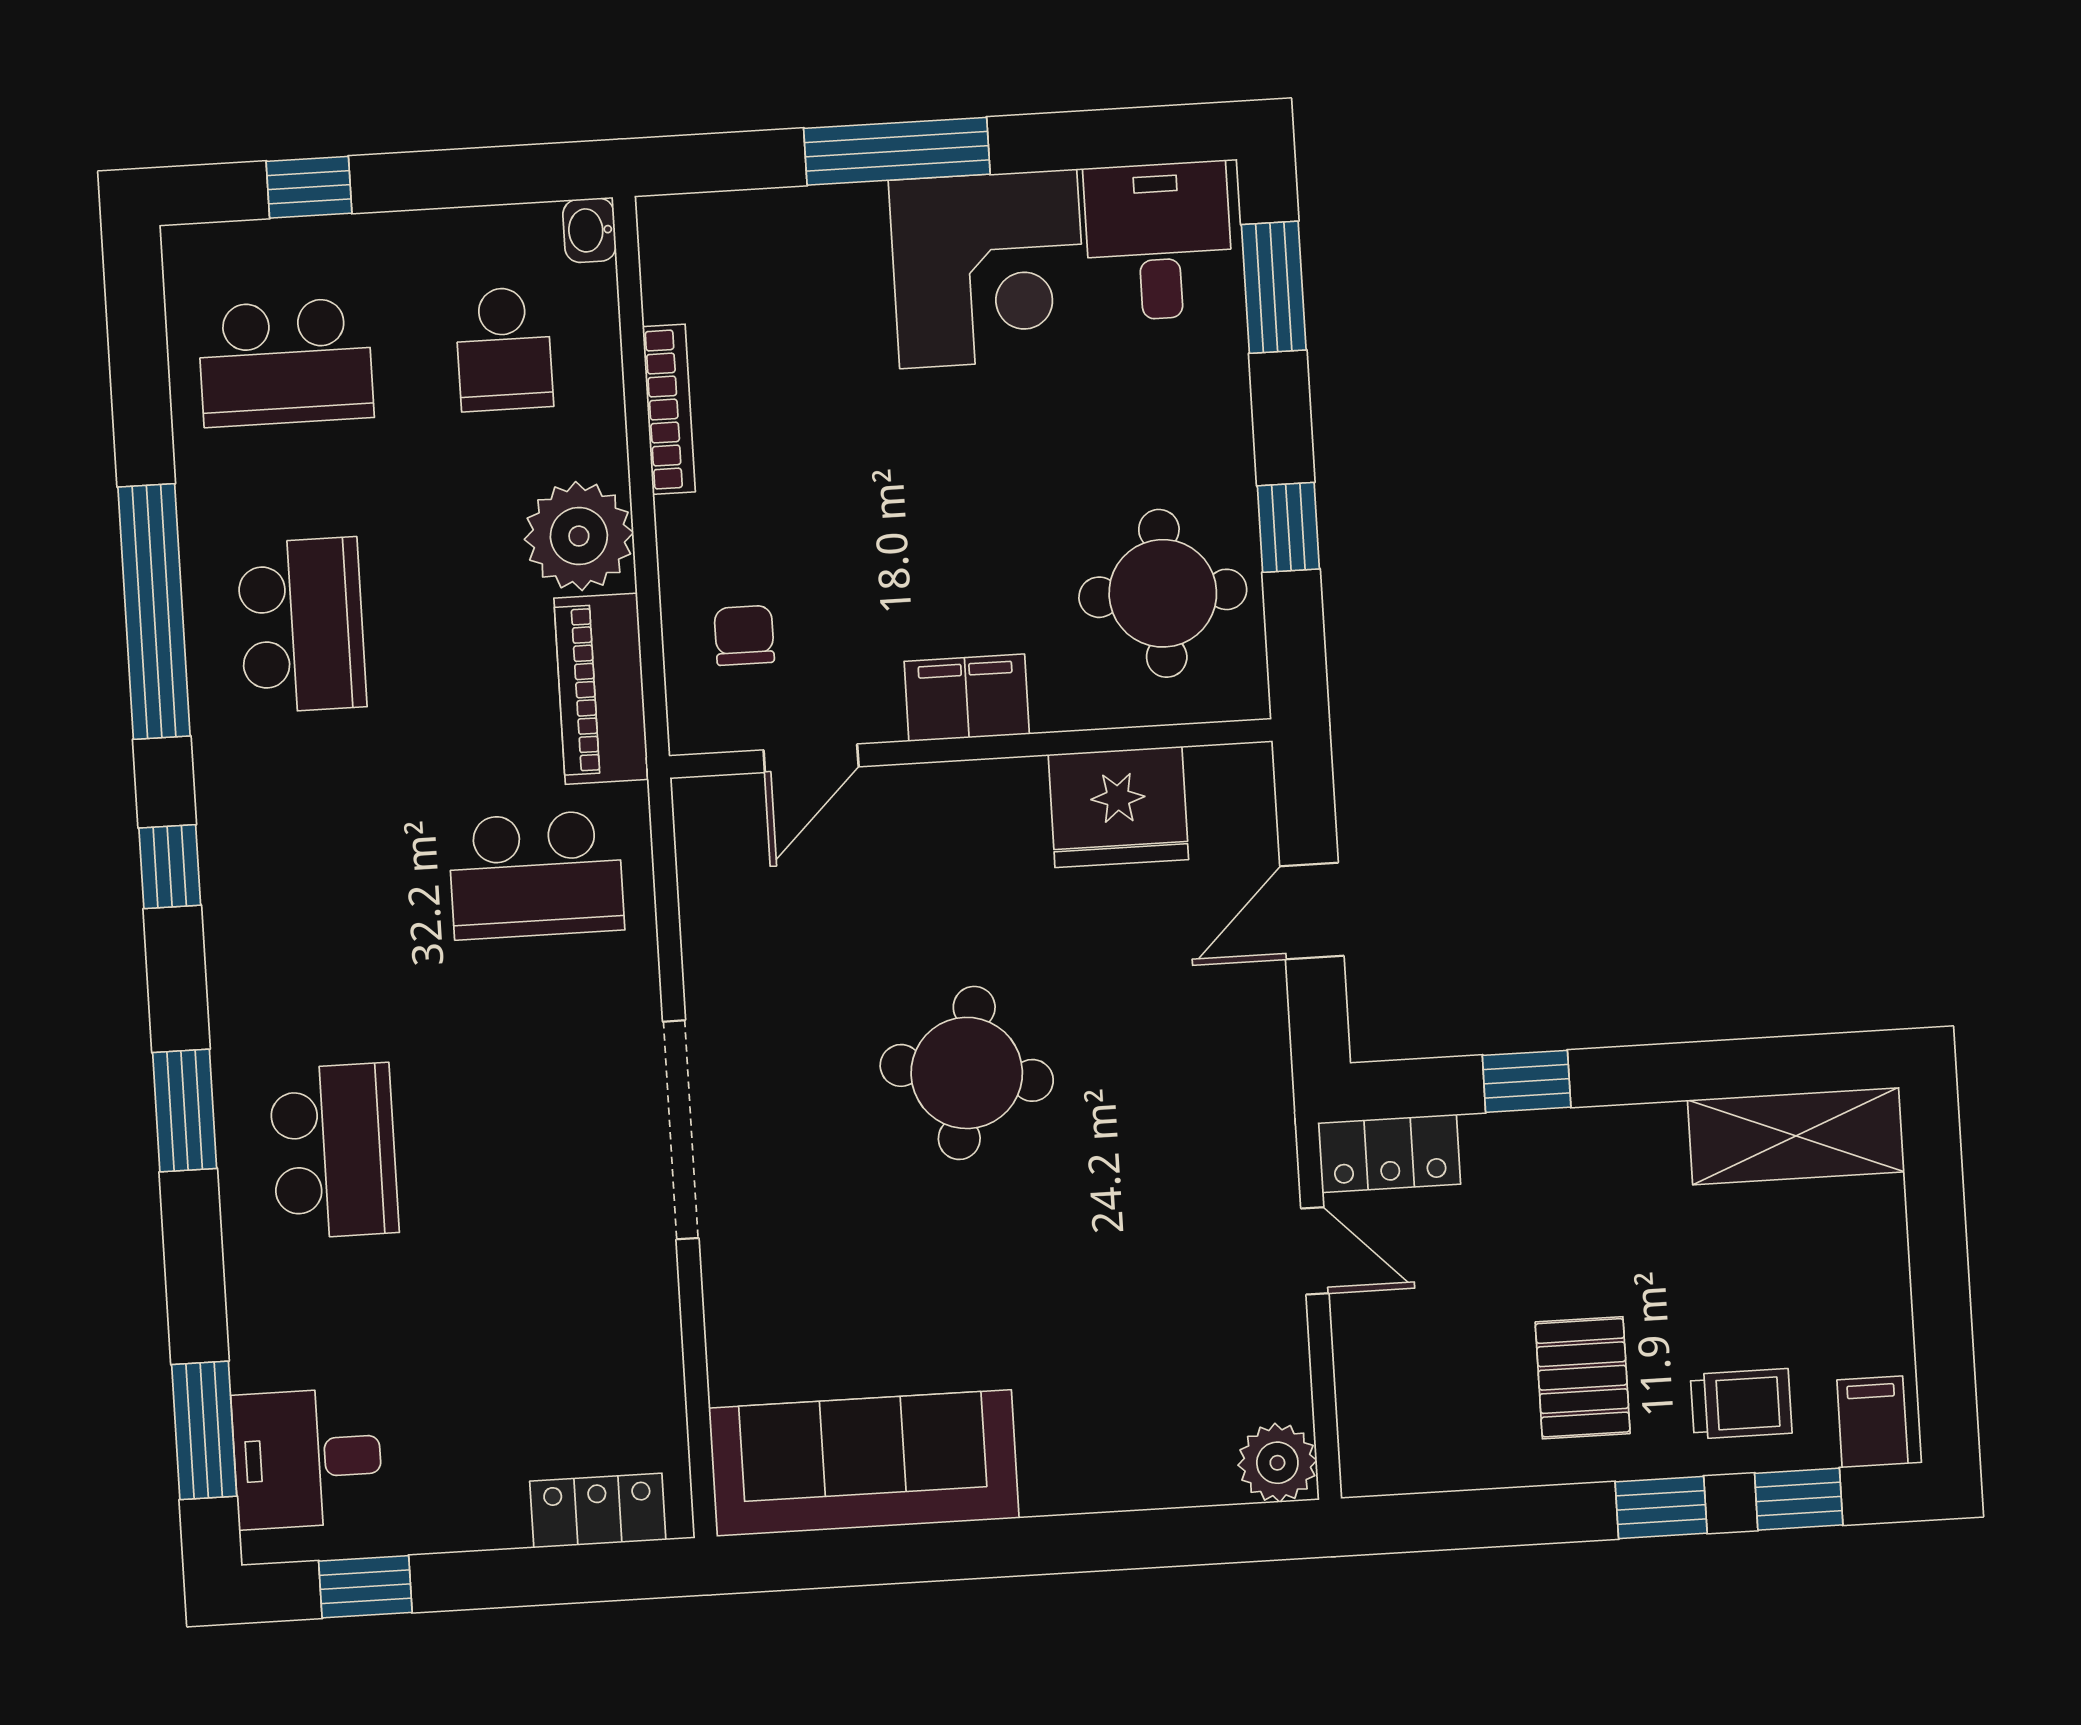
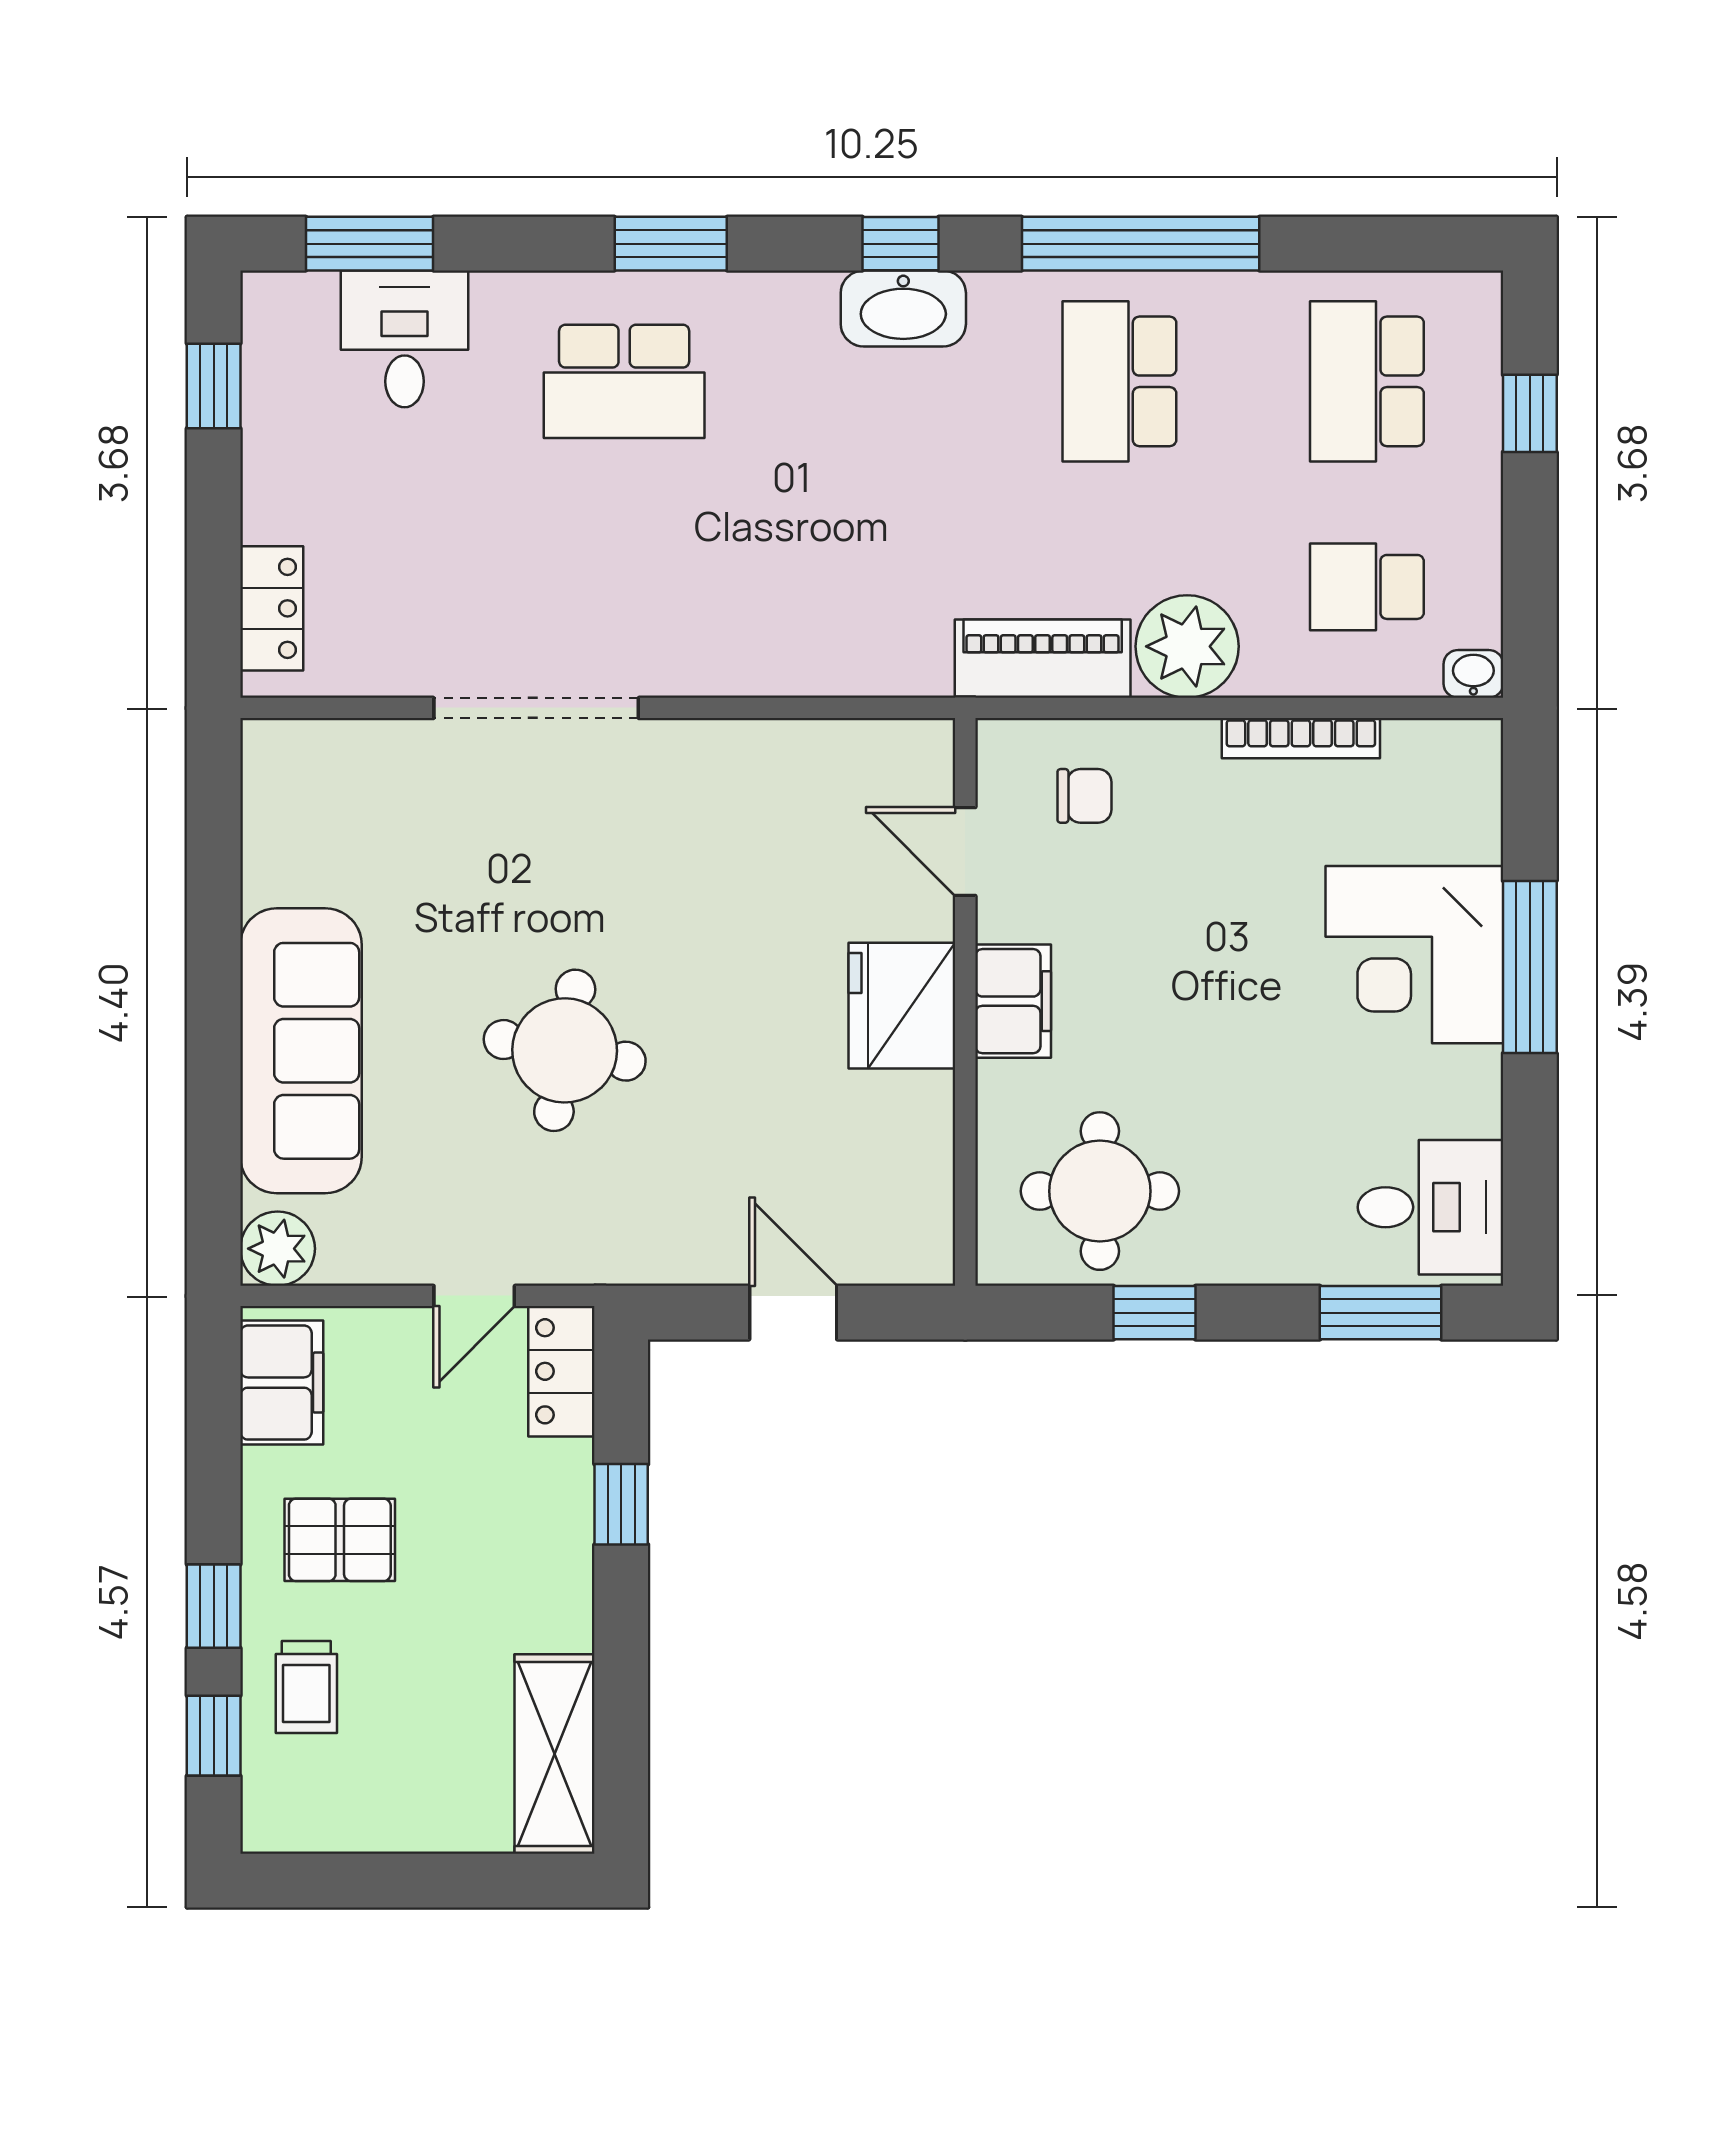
corner desk: (988, 269) -> (1414, 955), moved
school desk: (302, 625) -> (1119, 381), turned 90
fridge: (1118, 807) -> (902, 1006), moved
washbasin: (238, 859) -> (903, 309), added
school desk: (536, 875) -> (872, 587), removed
round table: (967, 1073) -> (565, 1050), moved
doorway: (681, 1130) -> (536, 708), moved
filing cabinet: (1872, 1422) -> (282, 1383), moved, width x2.00
desk: (307, 1458) -> (405, 339), moved
sofa: (864, 1463) -> (301, 1051), moved

